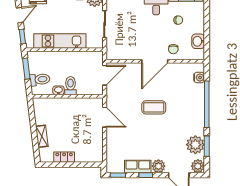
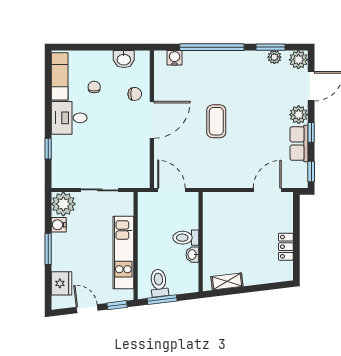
door: (155, 61) -> (152, 120), hinge flipped
toilet: (40, 79) -> (159, 283), moved
door: (105, 117) -> (267, 190), moved
shelving: (42, 136) -> (227, 281), moved
plant: (195, 145) -> (274, 57), width x0.53, depth x0.53

